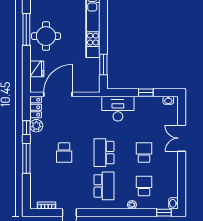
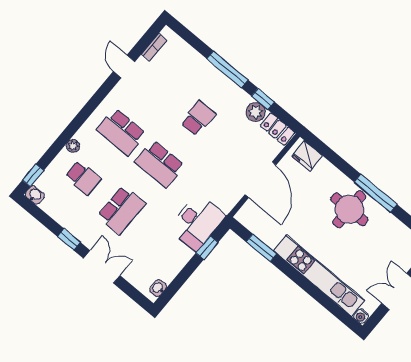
fridge: (37, 69) -> (307, 156), moved
window: (146, 93) -> (207, 248), moved
door: (58, 94) -> (260, 180), moved
school desk: (64, 153) -> (198, 118), turned 90
school desk: (104, 153) -> (160, 164), turned 180
school desk: (144, 153) -> (121, 210), width x1.85
window: (182, 167) -> (69, 239), added

